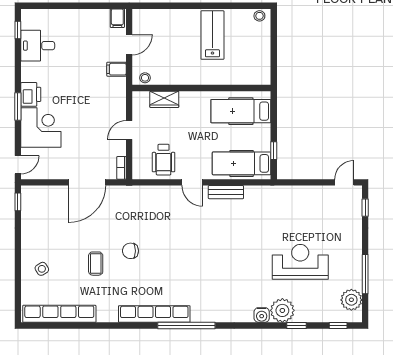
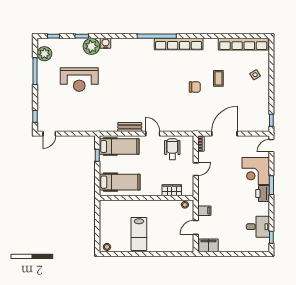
filing cabinet: (117, 18) -> (209, 245), width x2.00

